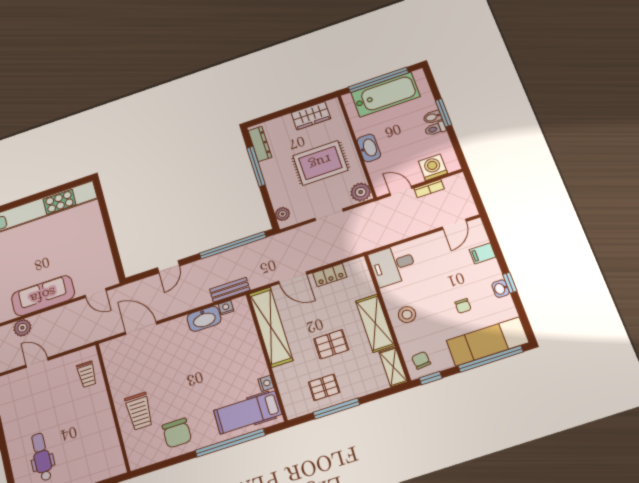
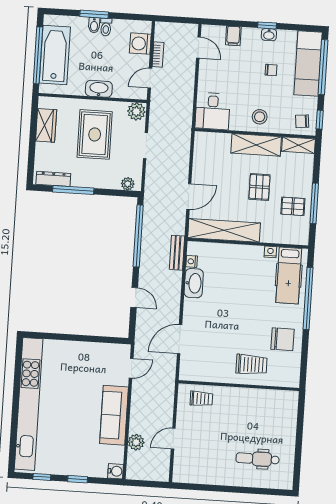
locker: (330, 275) -> (199, 165), removed
pallet: (324, 387) -> (293, 206), turned 90

